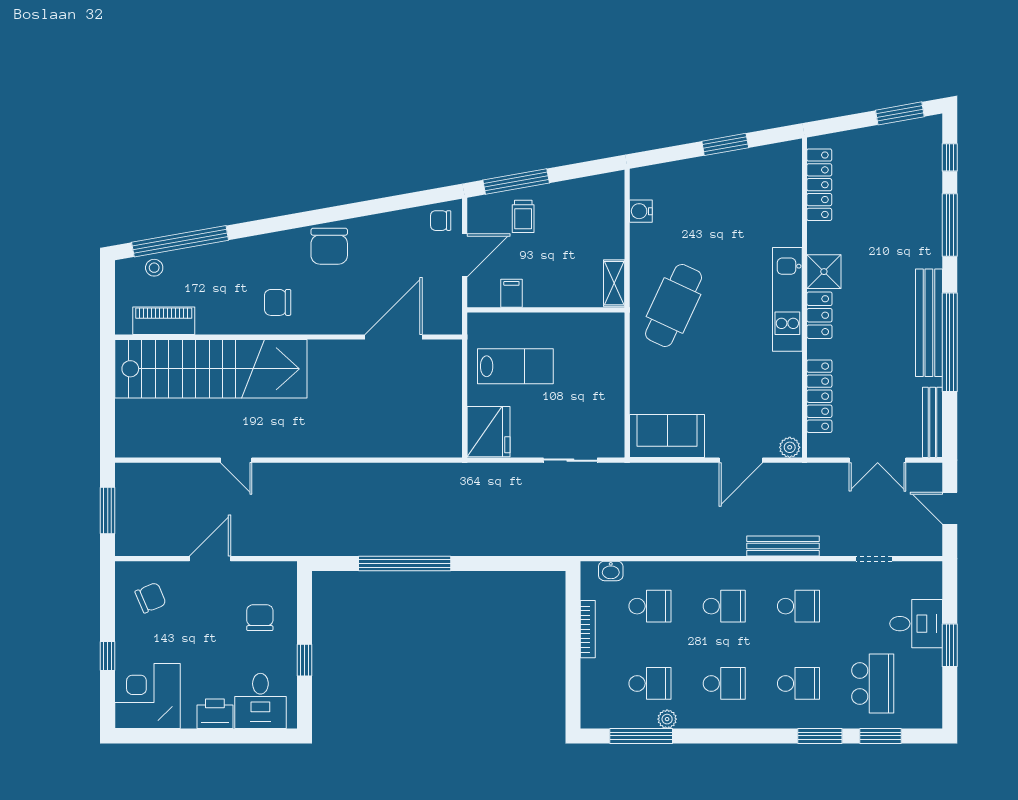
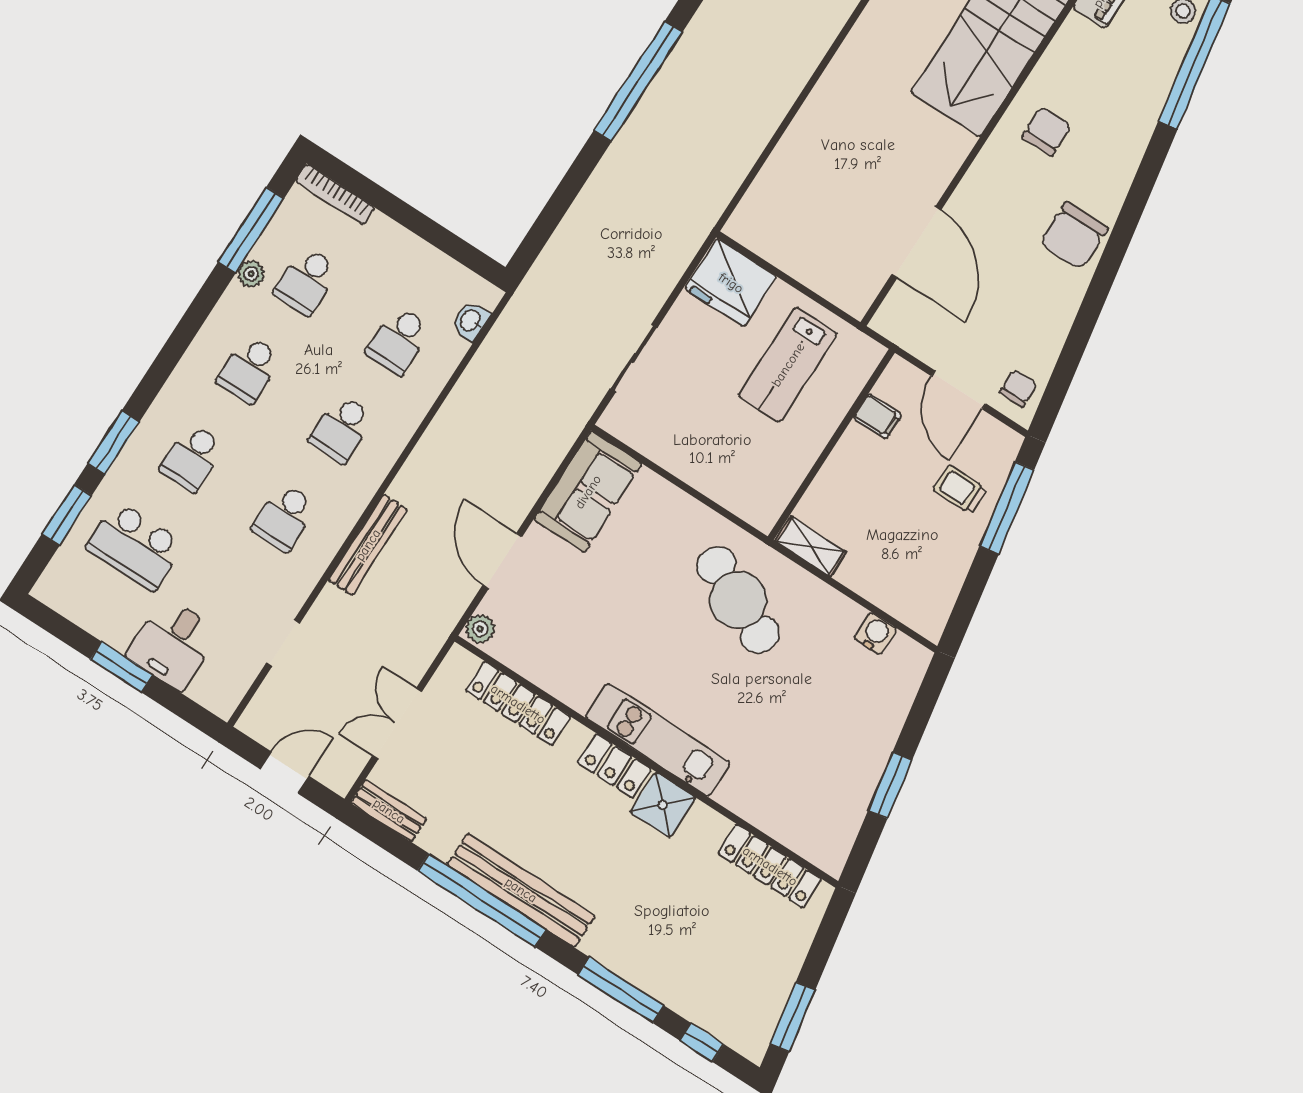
chair: (329, 246) -> (1074, 236), turned -90
bench: (933, 422) -> (389, 811), width x0.73
bookcase: (588, 629) -> (335, 194), moved

